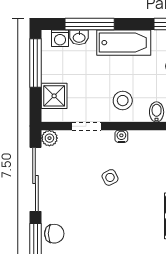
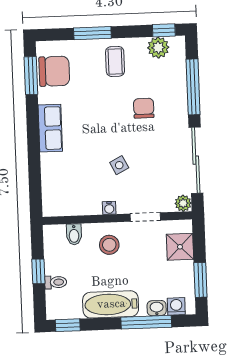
window: (35, 63) -> (200, 280), width x0.69
chair: (54, 234) -> (144, 108), moved, turned 90

